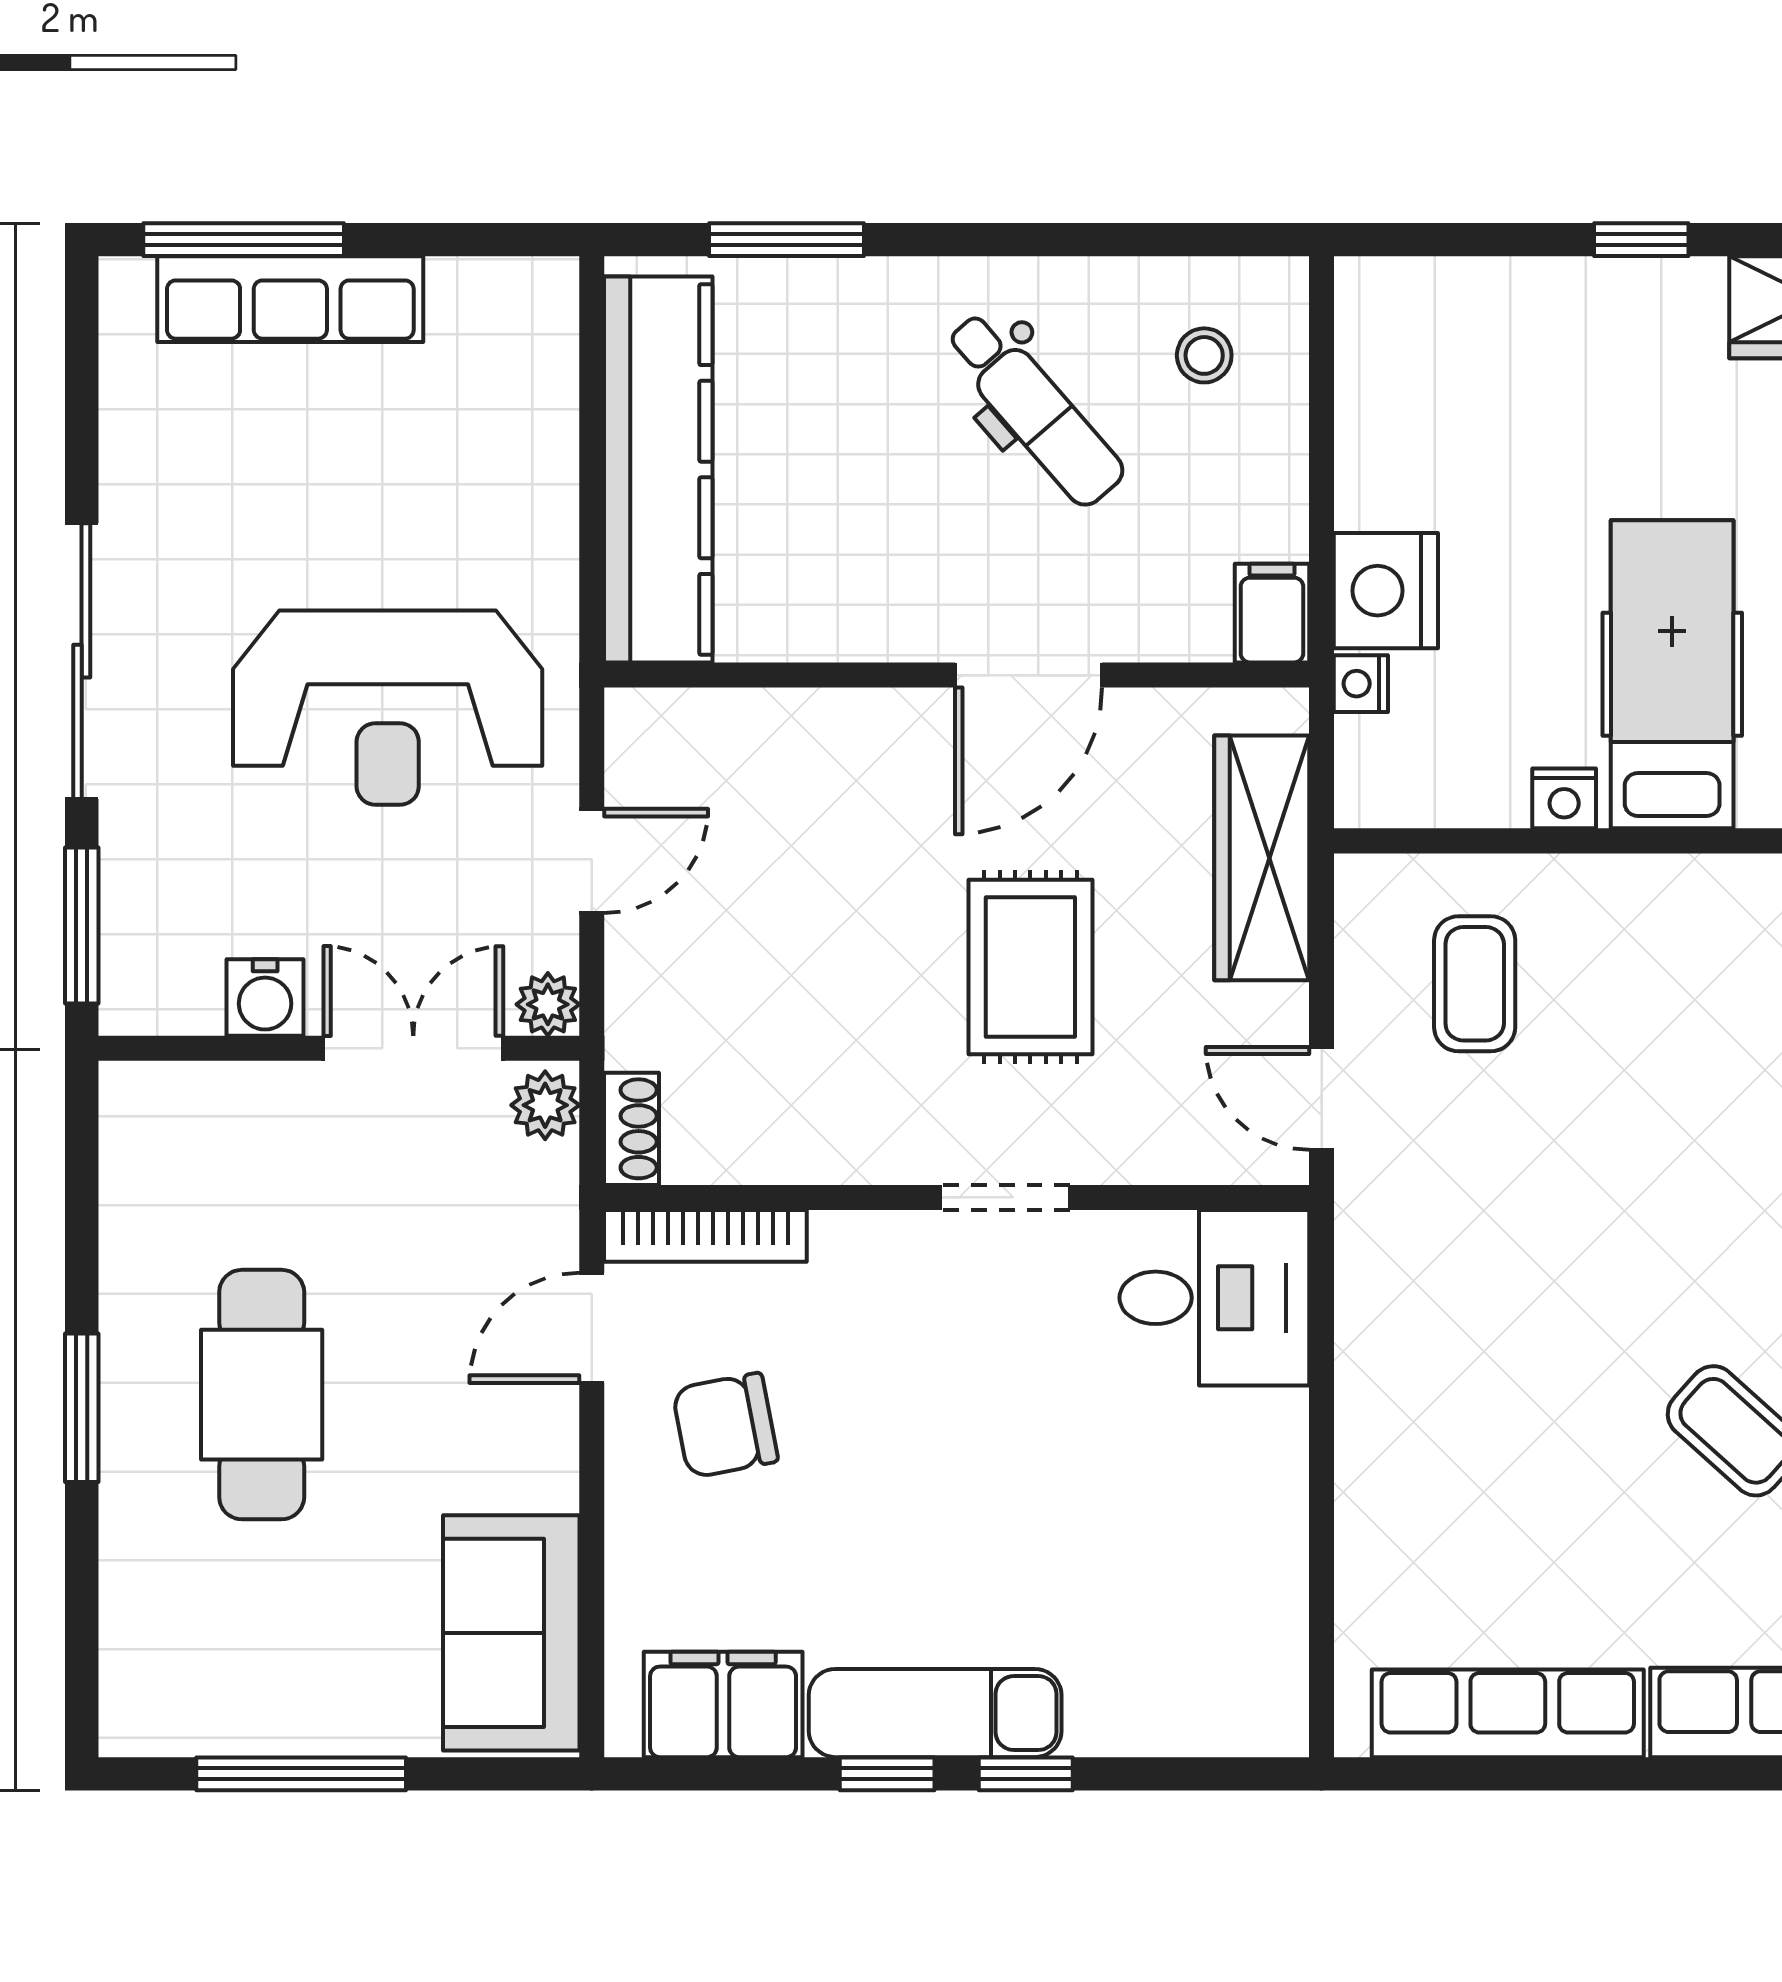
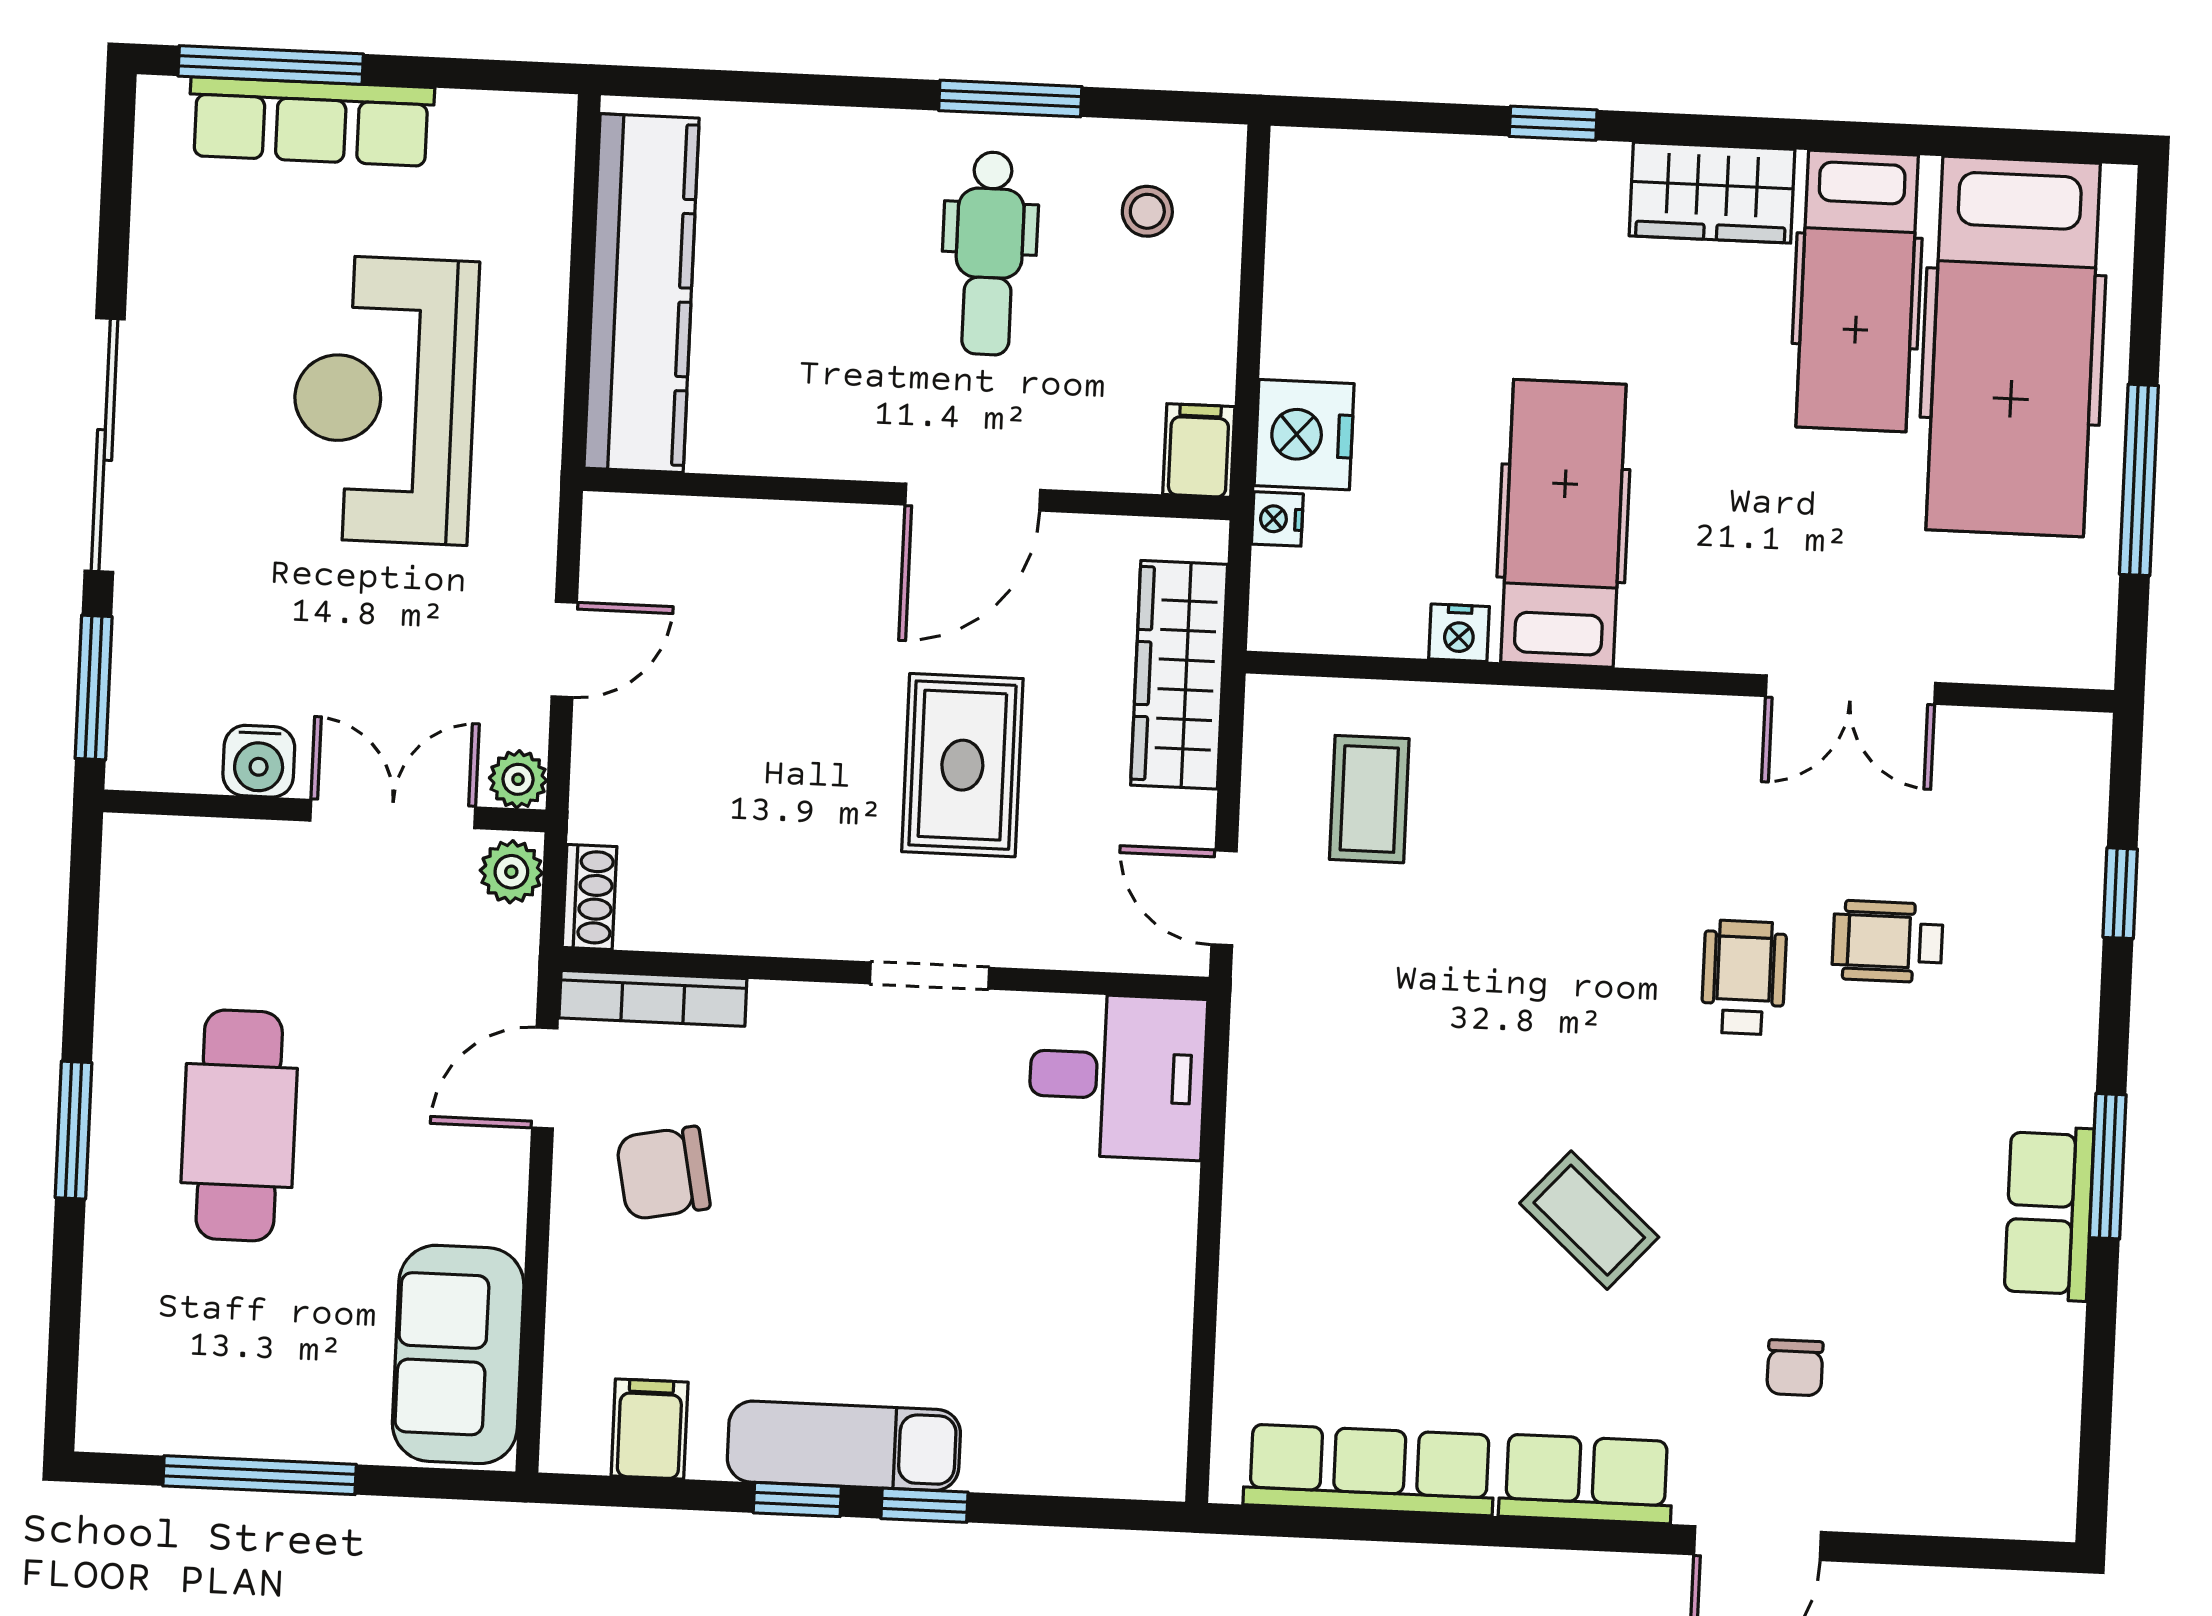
window: (787, 240) -> (1010, 99), moved
dental chair: (1034, 409) -> (989, 253), turned 41
reception desk: (388, 708) -> (384, 400), moved, turned 90
filing cabinet: (723, 1704) -> (650, 1429), width x0.50

